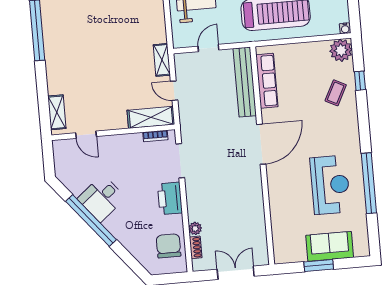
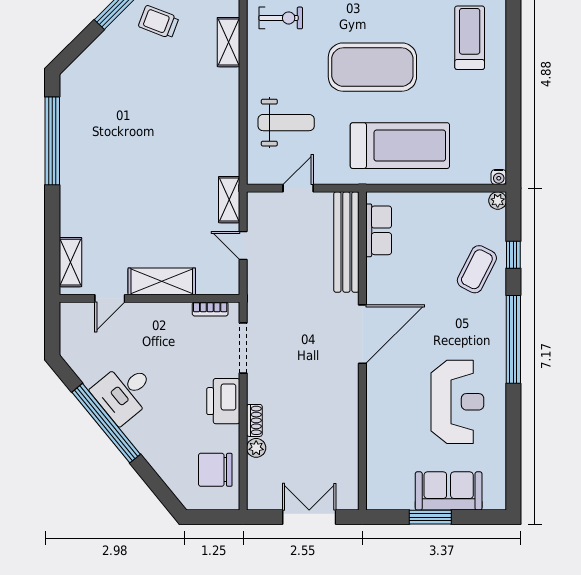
plant: (341, 50) -> (498, 201), width x0.53, depth x0.53
row of seats: (267, 81) -> (379, 230), width x0.68
coffee table: (336, 93) -> (477, 269), width x1.36, depth x1.30
shelving: (151, 117) -> (162, 281), moved
door: (86, 135) -> (110, 298), hinge flipped
window: (369, 183) -> (513, 339), moved
chair: (169, 246) -> (215, 470), turned -90
shoe rack: (196, 247) -> (254, 420), moved

